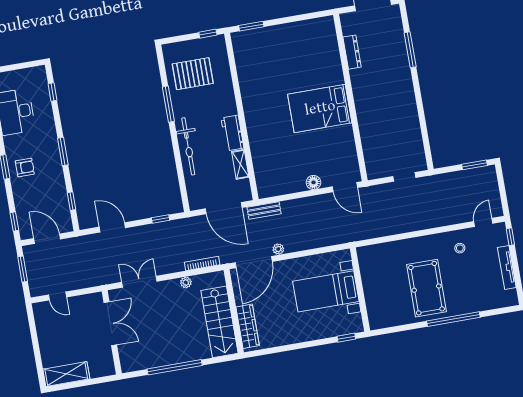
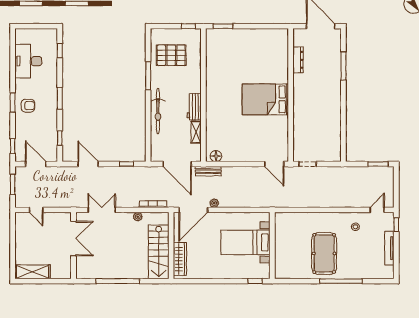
doorway: (404, 177) -> (308, 164), moved
floor lamp: (313, 182) -> (216, 156), moved

